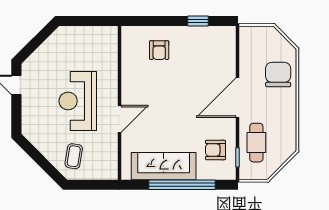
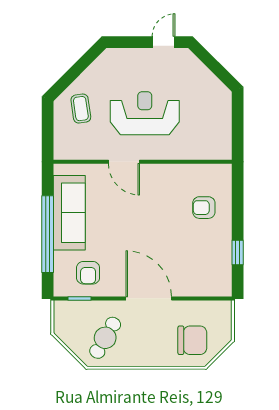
chair: (278, 75) -> (192, 340), moved
cafe table: (256, 143) -> (105, 338), moved, turned -60
armchair: (215, 150) -> (88, 273), turned 180
coffee table: (74, 156) -> (81, 109), turned 73

